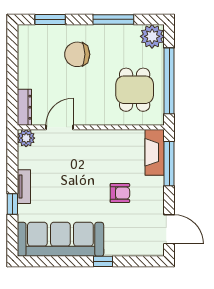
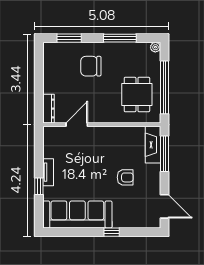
plant: (152, 36) -> (155, 47), width x0.53, depth x0.53
plant: (26, 138) -> (50, 133), removed

